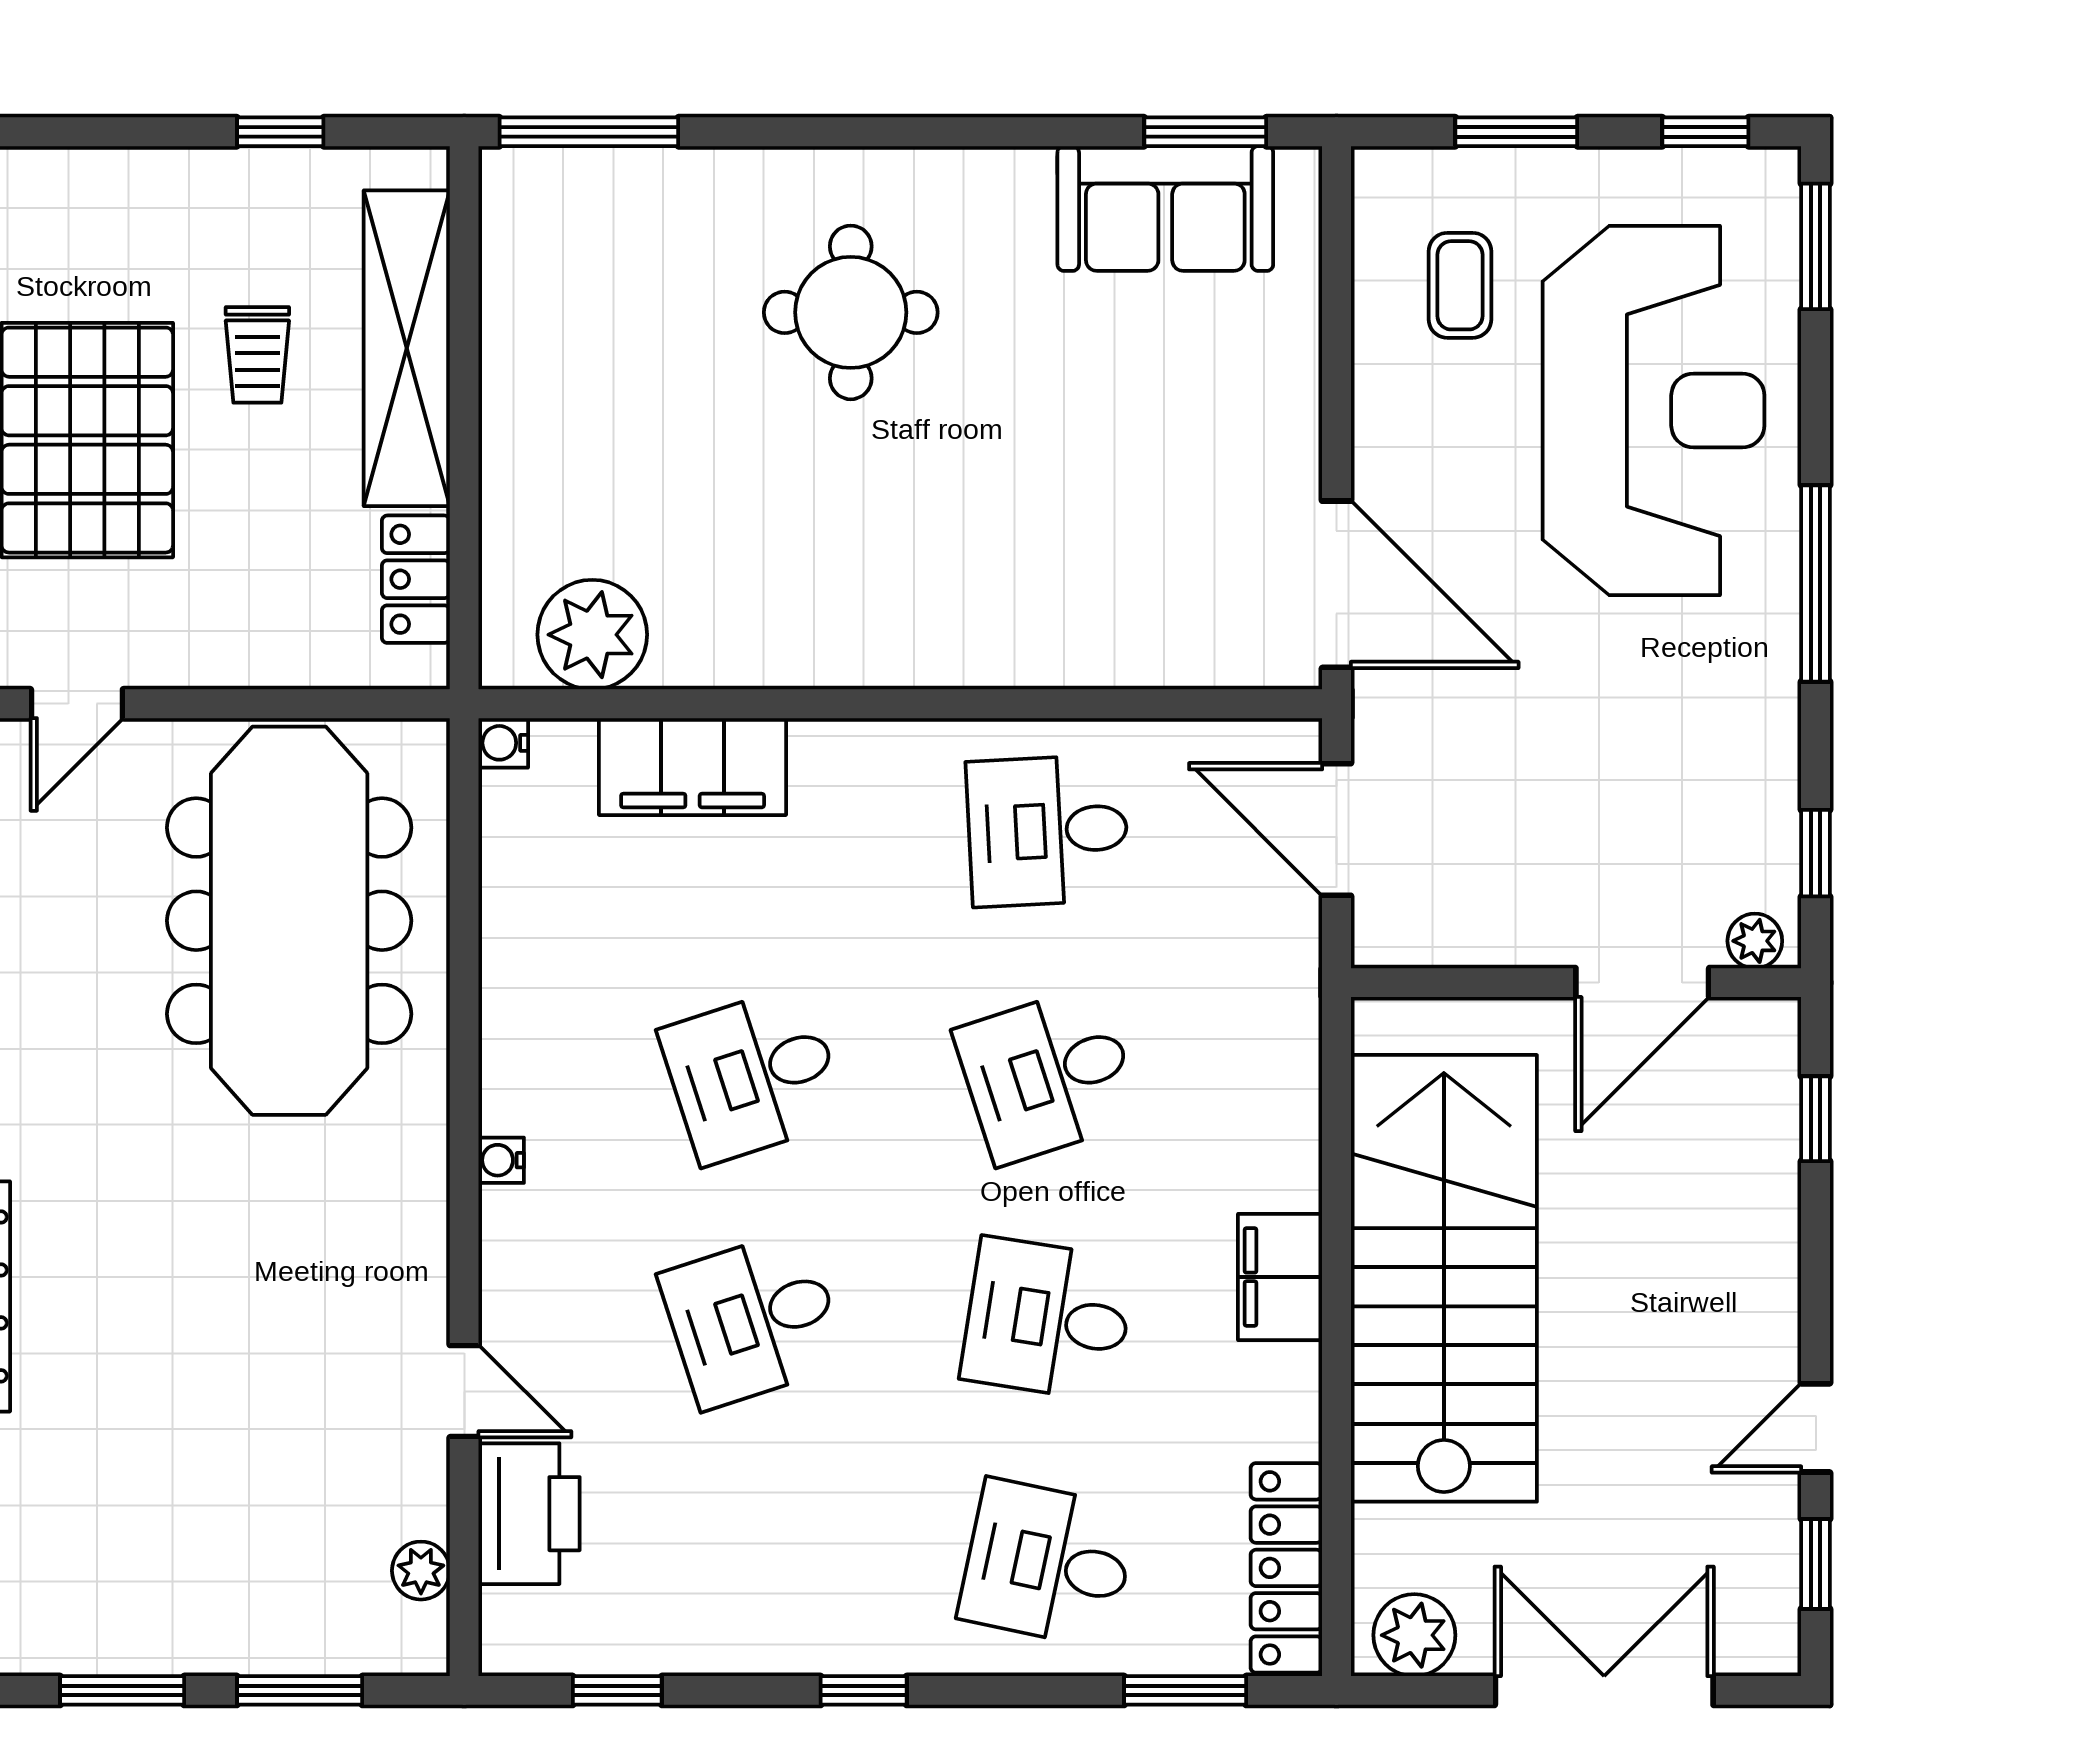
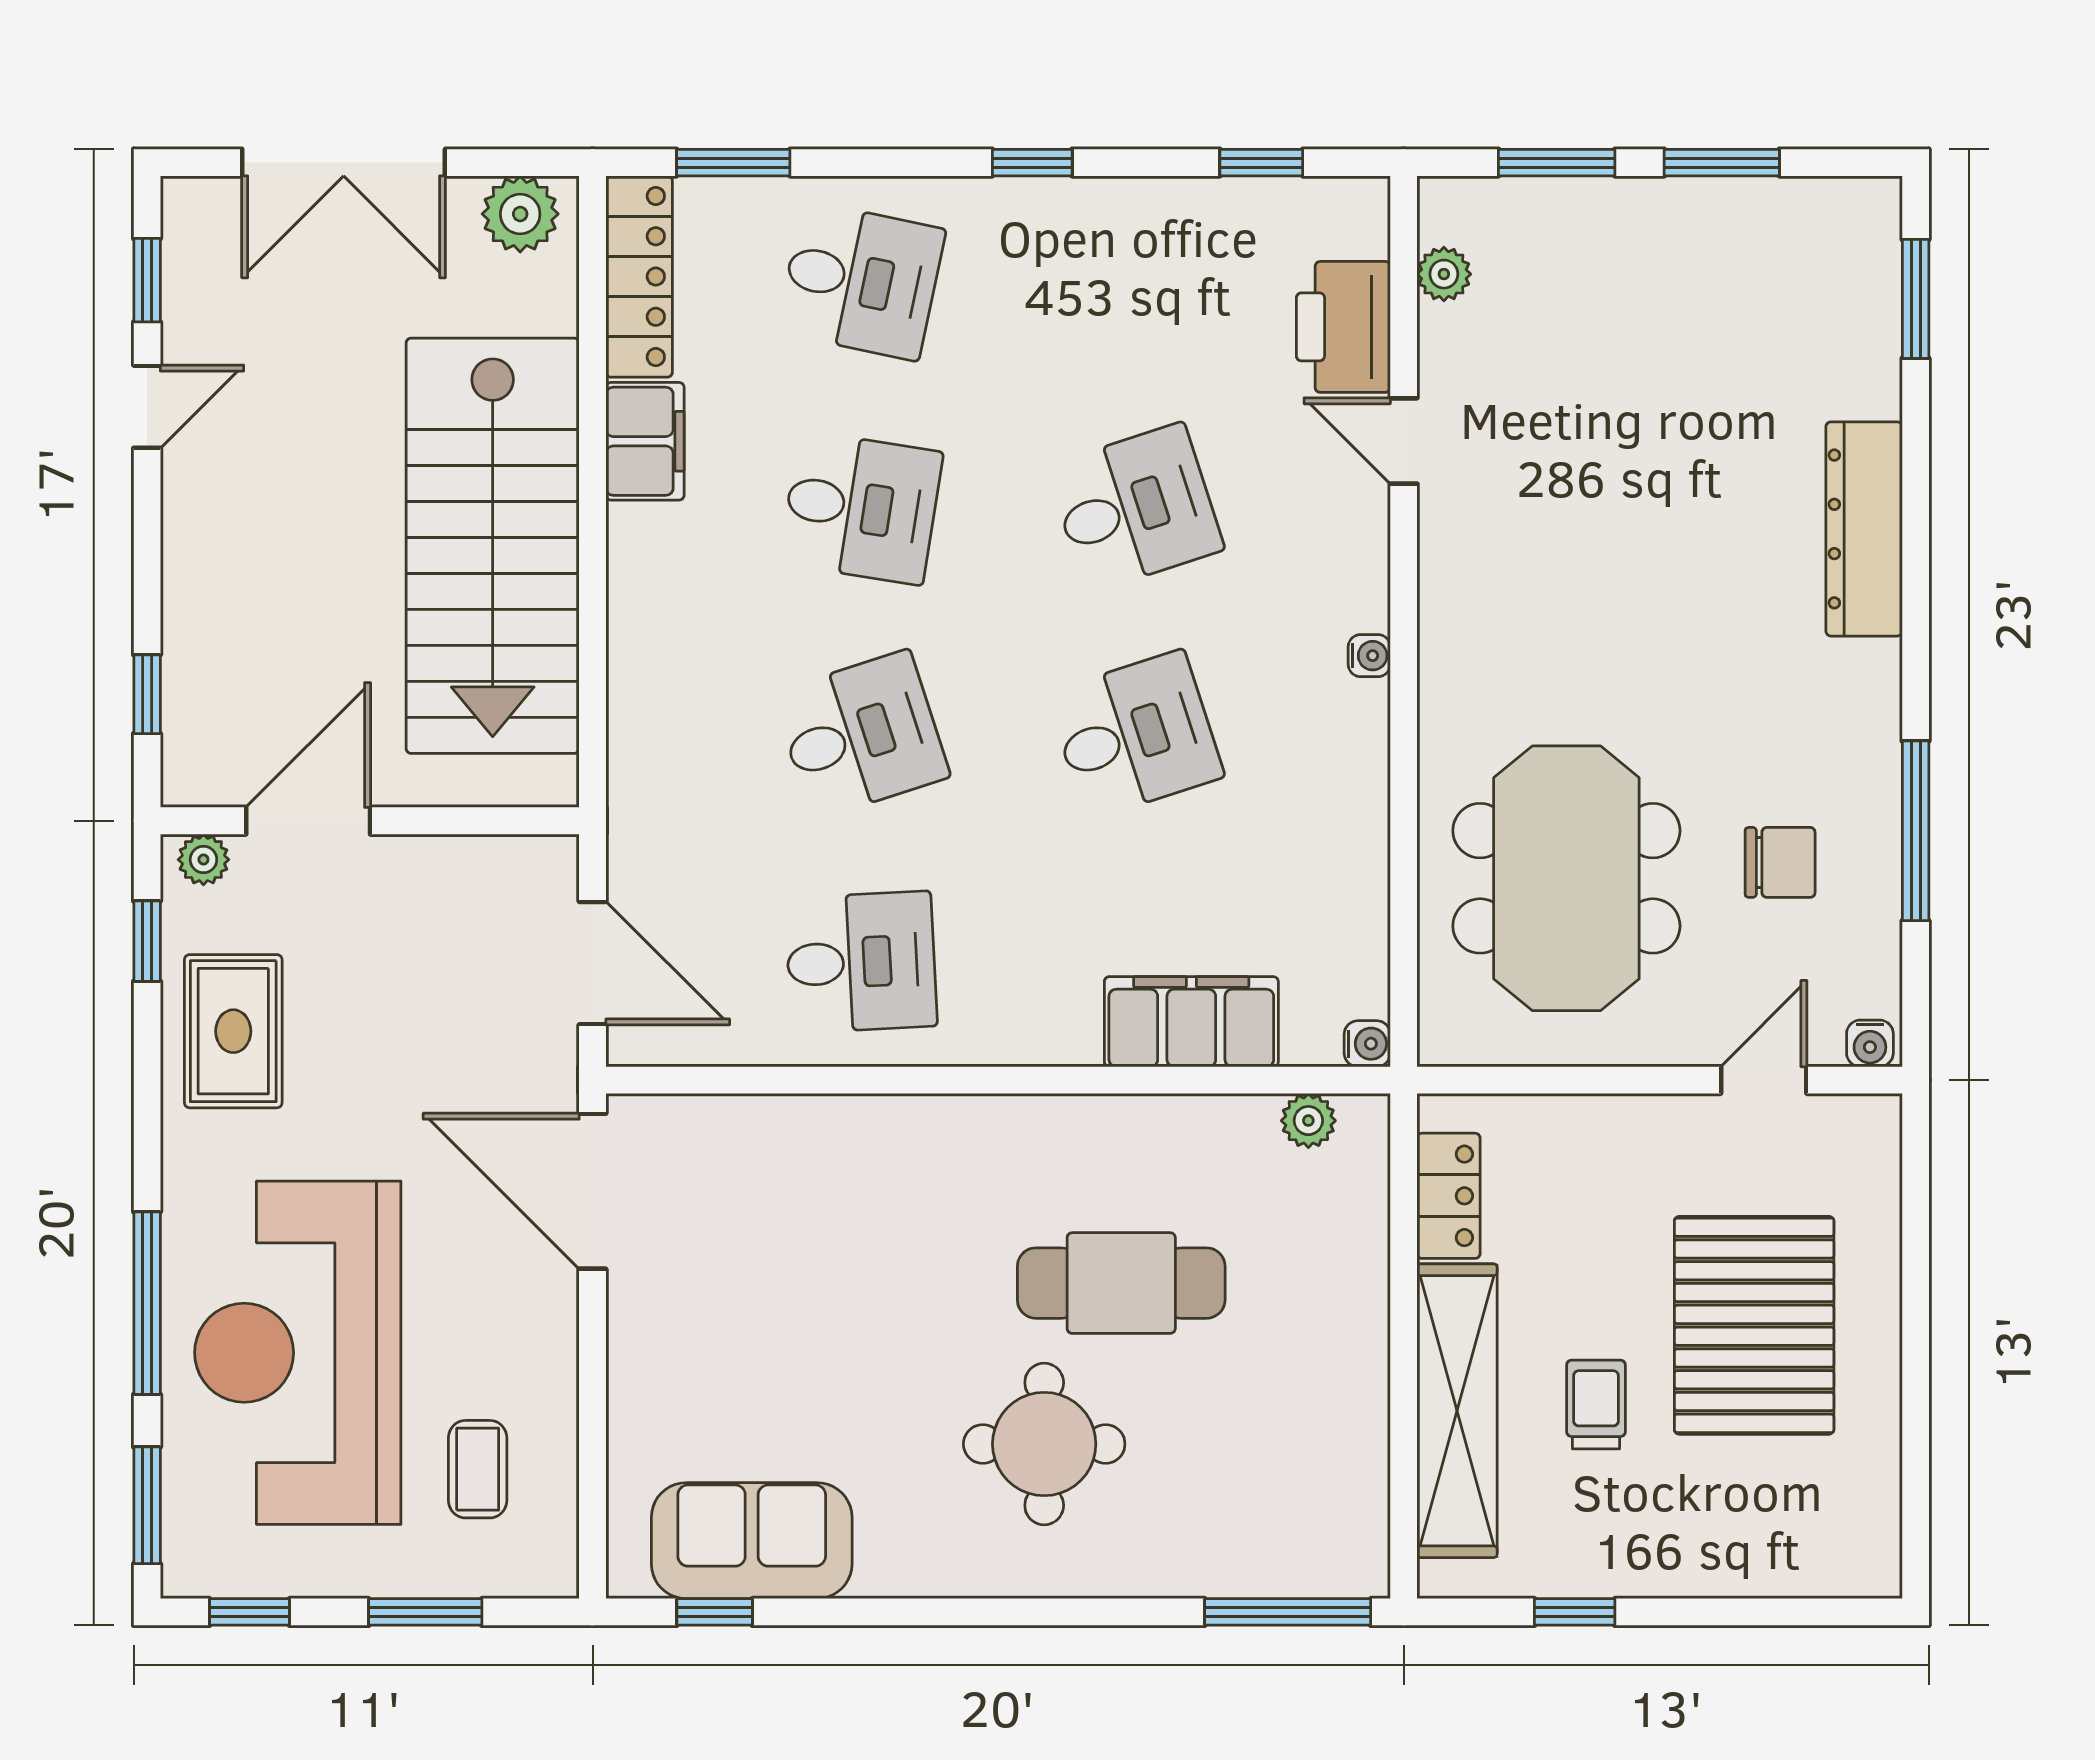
window: (1205, 132) -> (715, 1612), width x0.67
cafe table: (768, 485) -> (1121, 1283), added
window: (1816, 583) -> (147, 1303), moved
plant: (592, 635) -> (1308, 1121), width x0.53, depth x0.53
rug: (1723, 756) -> (233, 1031), added
meeting table: (289, 921) -> (1566, 878), width x0.73
chair: (59, 938) -> (1780, 862), added
filing cabinet: (1280, 1277) -> (645, 441), moved

